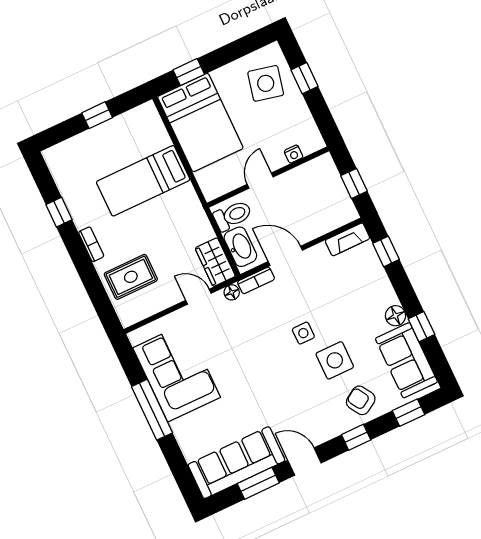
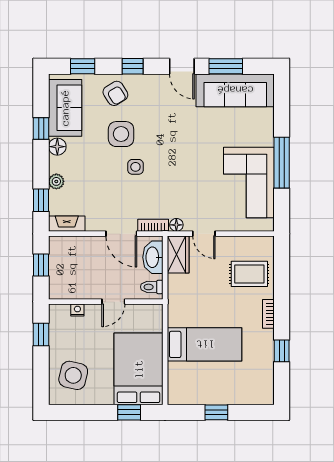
window: (304, 78) -> (41, 335), moved
toilet: (233, 215) -> (152, 287), width x0.73, depth x0.72
plant: (379, 279) -> (56, 181), added

